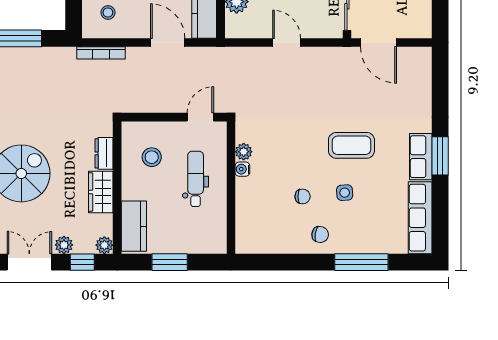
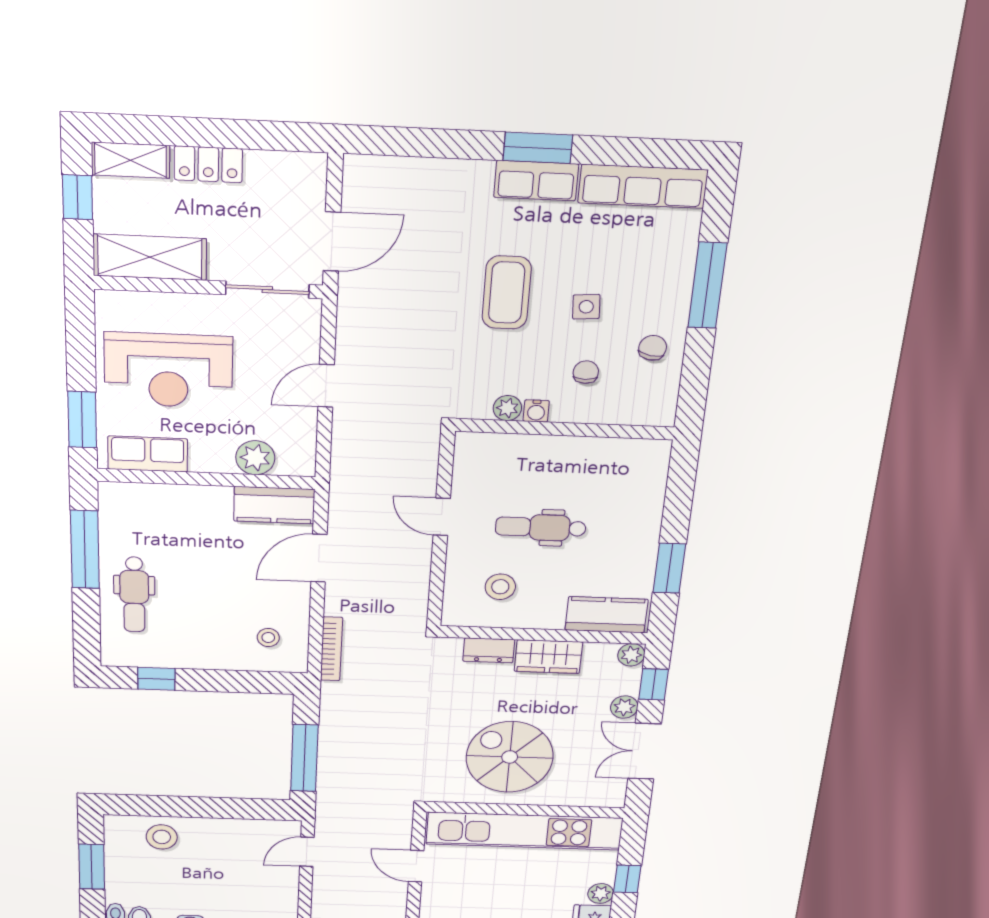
plant: (244, 152) -> (507, 408), moved
water cooler: (242, 169) -> (536, 411), moved
wall: (231, 188) -> (565, 429), moved

